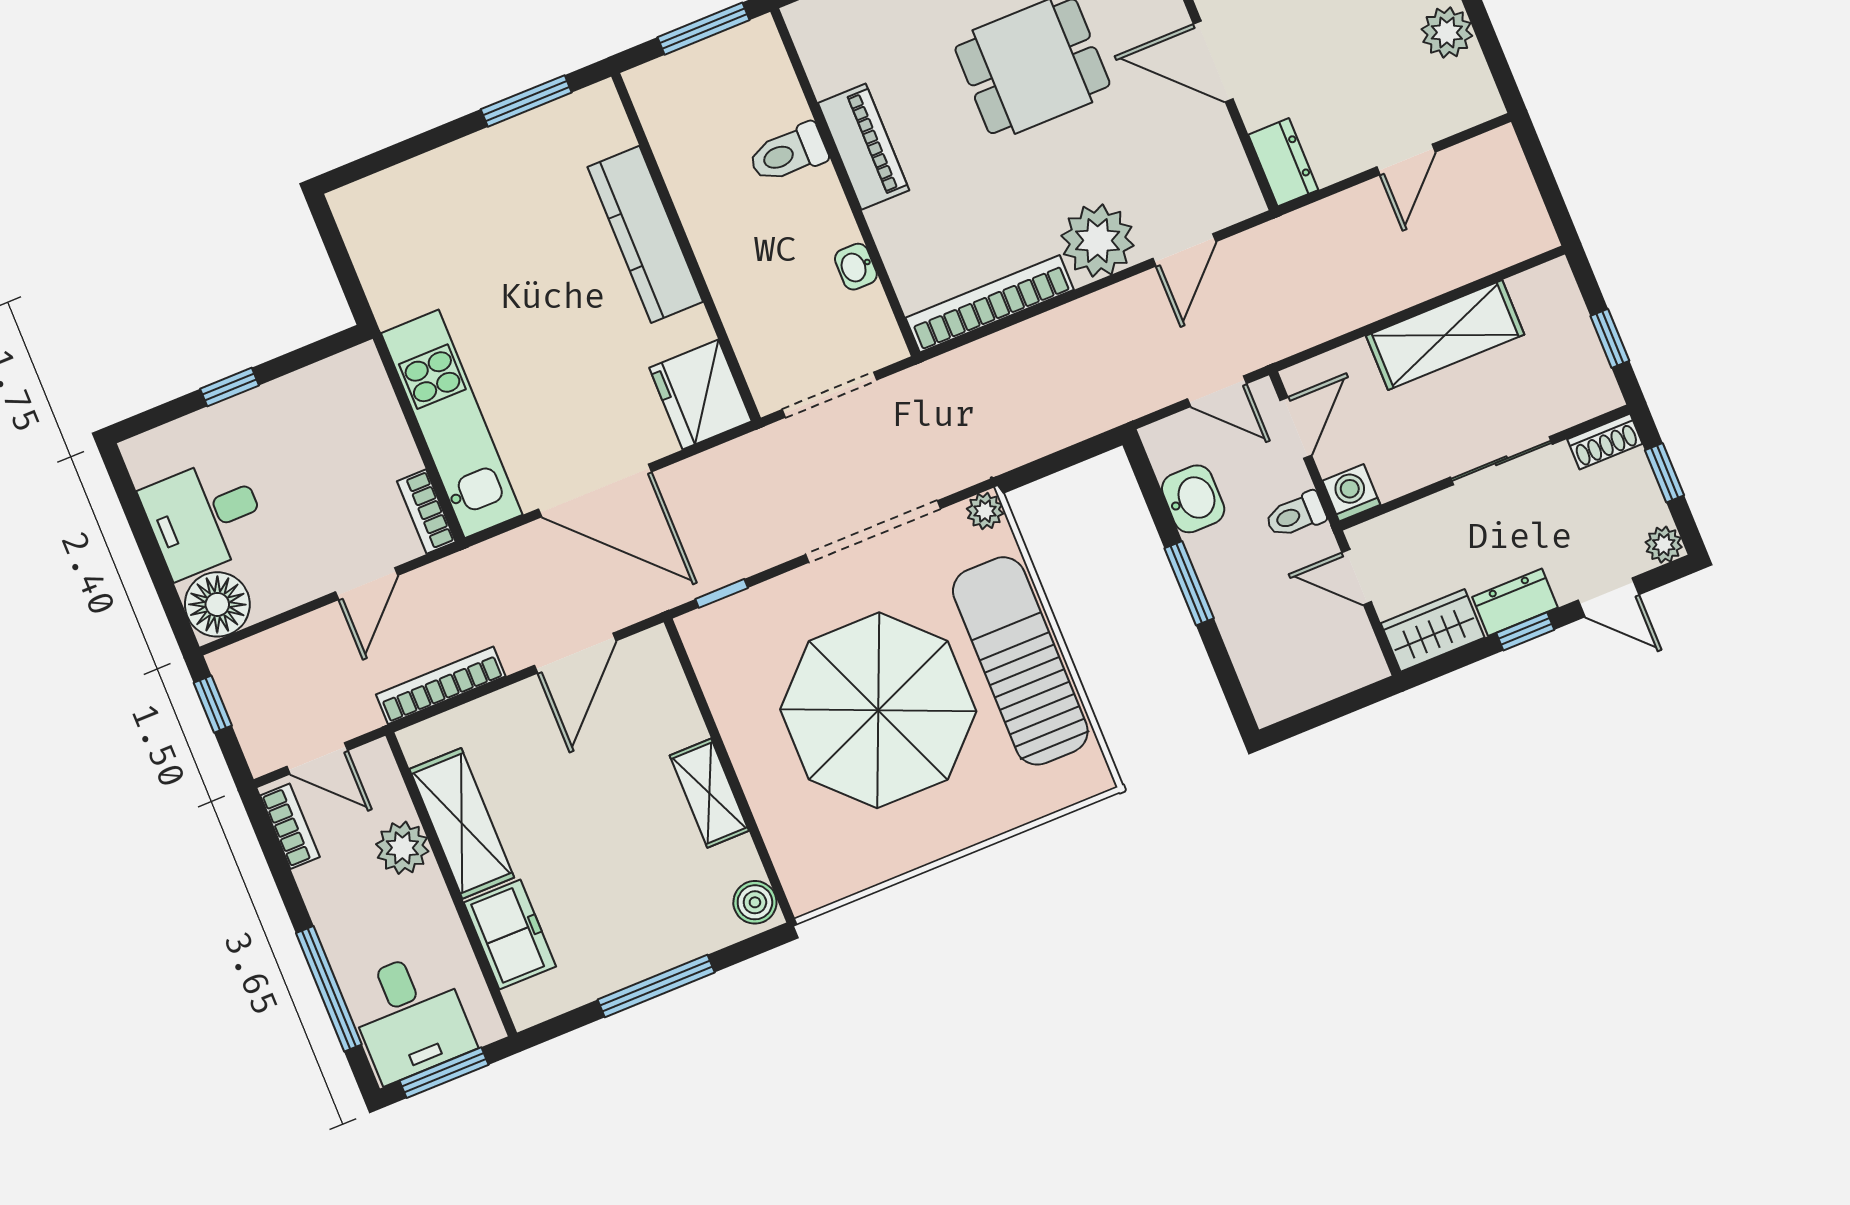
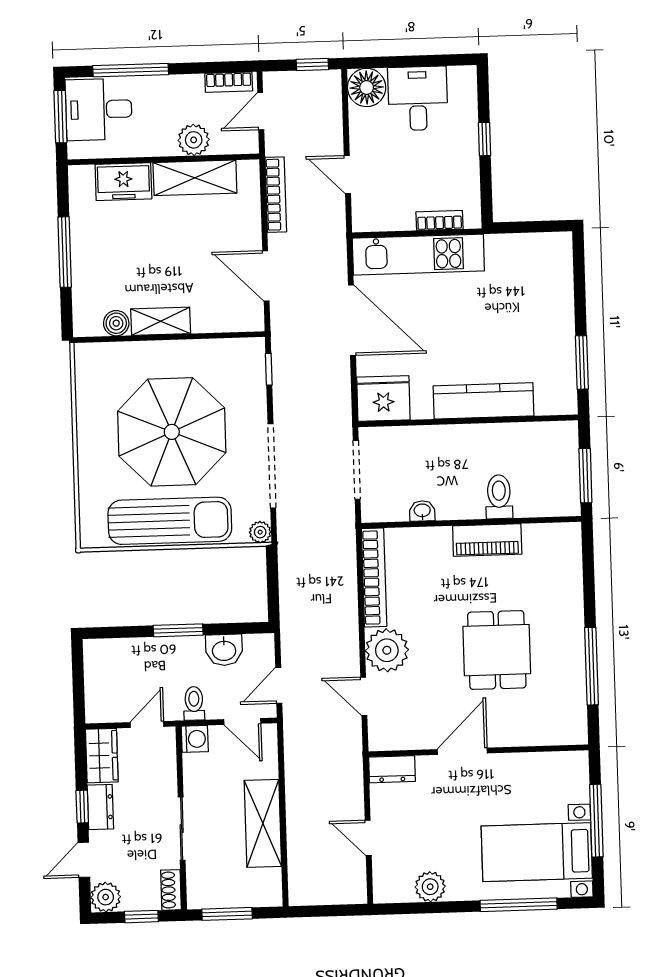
window: (1610, 338) -> (227, 914), width x1.50
door: (595, 490) -> (352, 320), swing flipped
bookcase: (426, 512) -> (439, 220), moved
plant: (1664, 545) -> (106, 897), width x1.38, depth x1.38
boiler: (755, 902) -> (116, 323), moved

